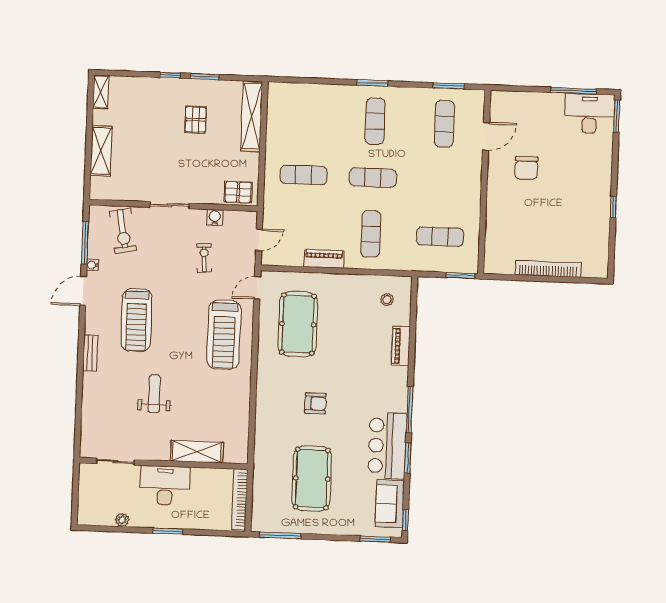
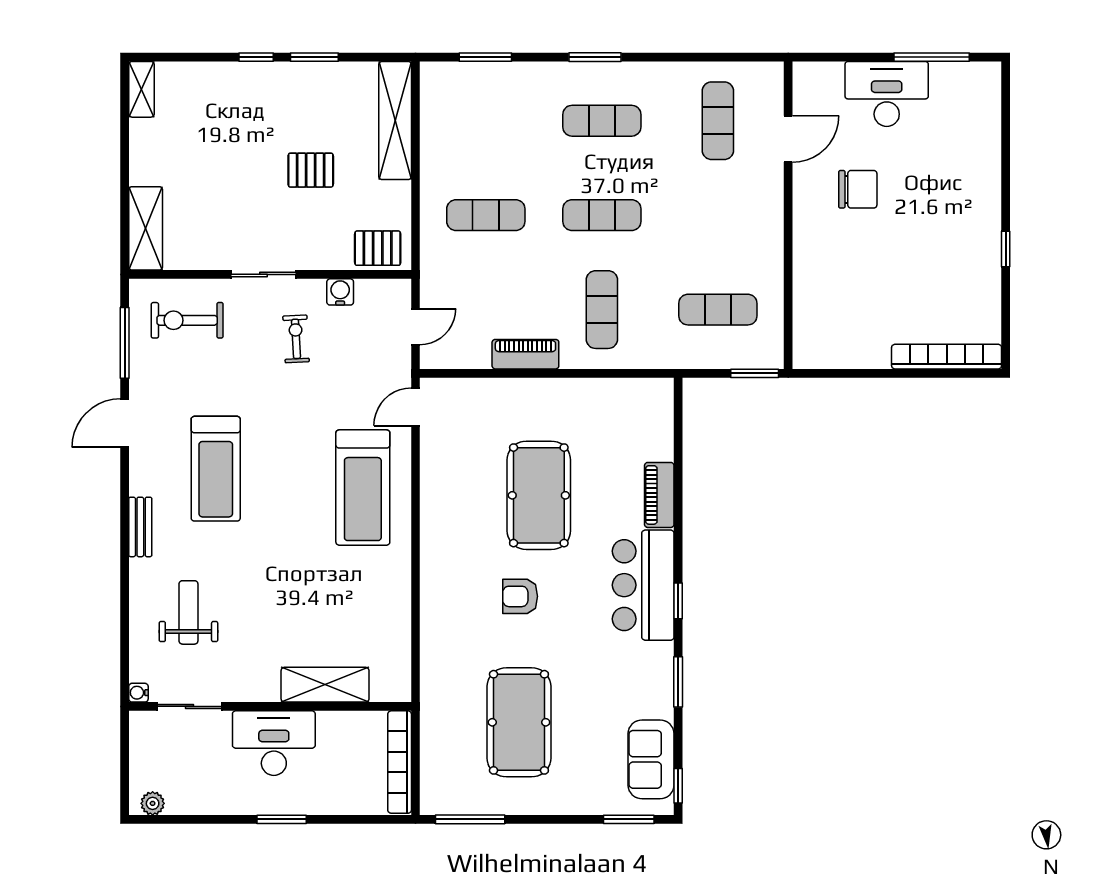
window: (449, 86) -> (485, 57), moved
desk: (589, 113) -> (887, 94), moved
window: (617, 116) -> (1006, 97), removed
pallet: (196, 119) -> (311, 170), moved, turned 90
exercise mat: (375, 121) -> (602, 121), turned 90
shelving: (101, 151) -> (146, 228), moved
chair: (526, 168) -> (858, 189), turned -90
exercise bike: (123, 231) -> (187, 320), turned 100
exercise bike: (204, 258) -> (296, 339), moved
water cooler: (92, 265) -> (138, 693), moved
bookcase: (548, 269) -> (947, 357), moved
stool: (387, 300) -> (633, 418), removed
pool table: (298, 324) -> (539, 495), moved
weight bench: (154, 394) -> (188, 612), moved
armchair: (315, 403) -> (520, 596), turned 180
window: (410, 410) -> (678, 601), width x0.46
bar counter: (387, 446) -> (643, 585), moved
plant: (122, 520) -> (153, 803), moved

